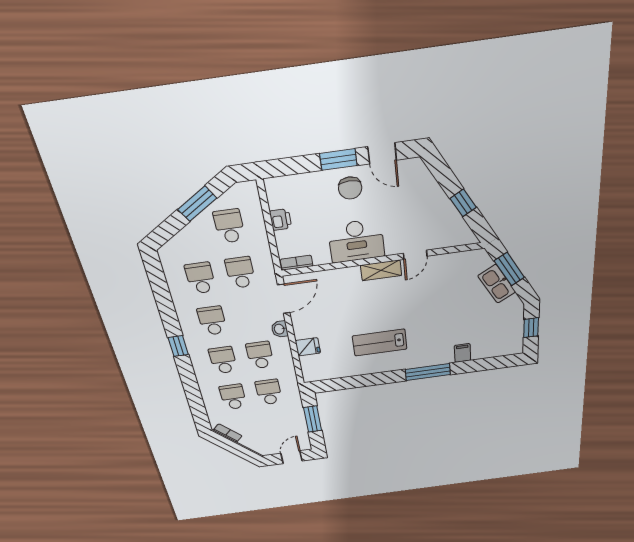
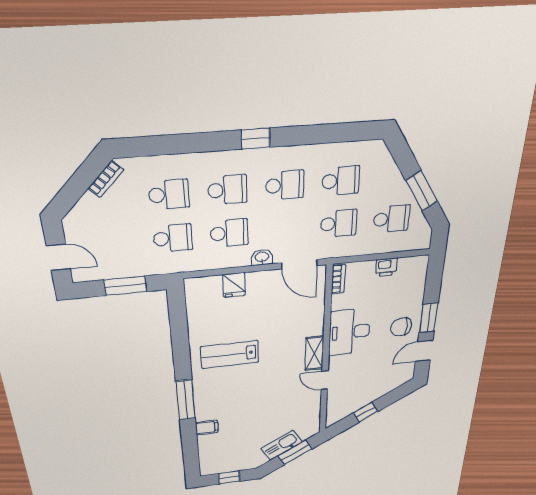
lab bench: (380, 343) -> (230, 355), turned -90

